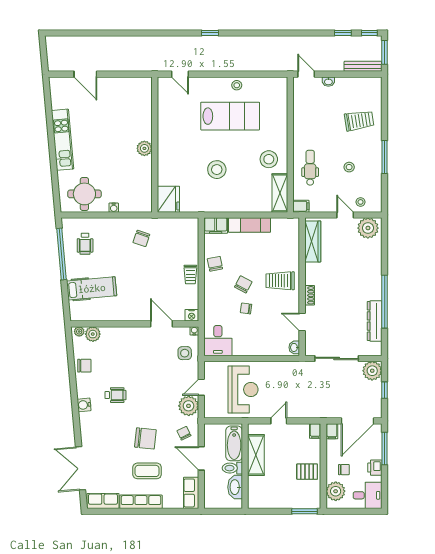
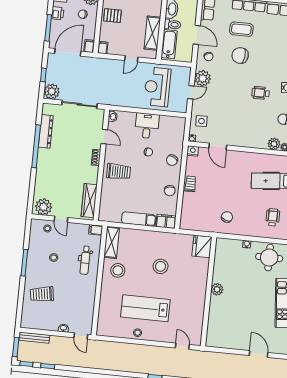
chair: (243, 284) -> (172, 160), moved
desk: (218, 341) -> (147, 126), moved

